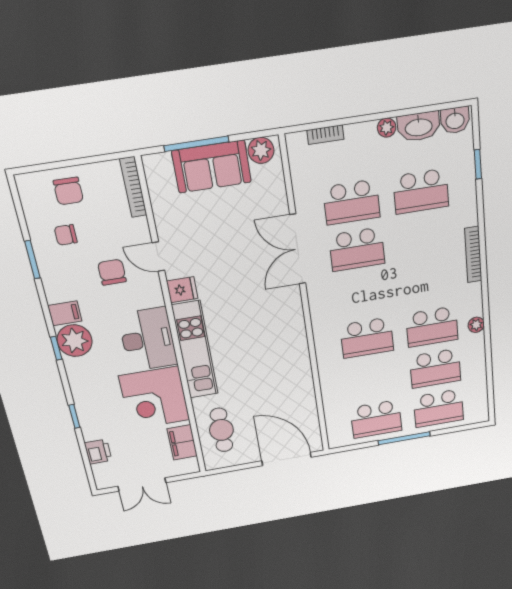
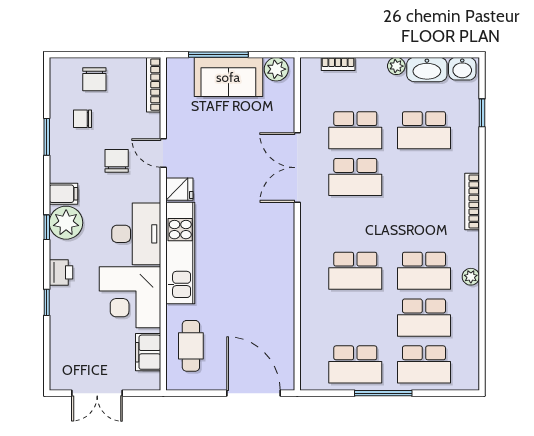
printer: (98, 452) -> (61, 272), moved

